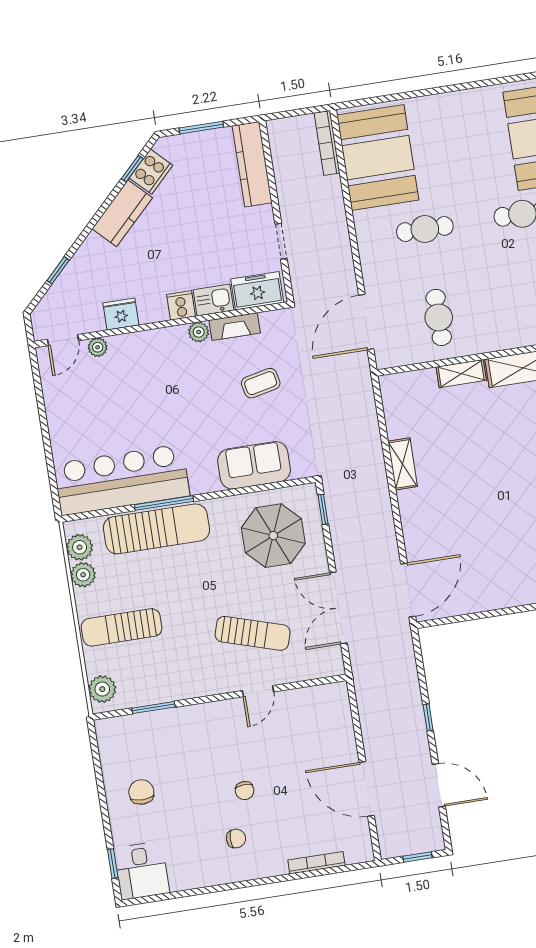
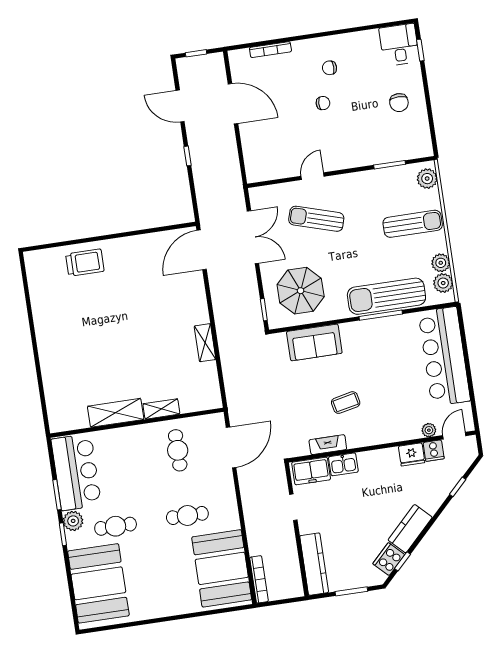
cooker: (181, 305) -> (434, 451), moved
plant: (199, 332) -> (354, 441), removed
coffee table: (261, 383) -> (346, 403), moved
bar counter: (122, 480) -> (444, 356), moved, turned 90
chair: (245, 791) -> (323, 103), turned 93

